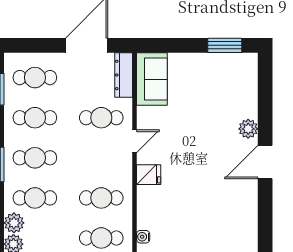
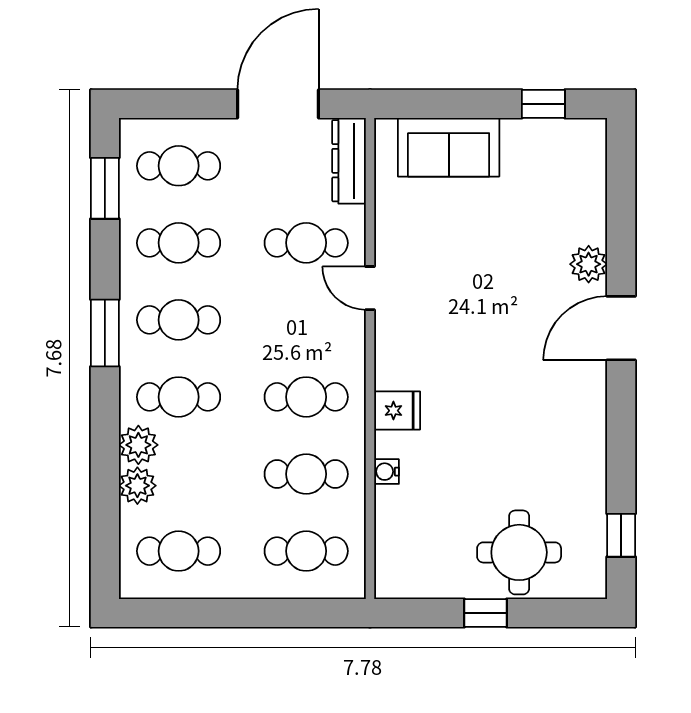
window: (225, 45) -> (543, 104), width x0.67
sofa: (152, 79) -> (449, 147), moved, turned 90
door: (135, 141) -> (370, 288), swing flipped
fridge: (149, 175) -> (397, 411), moved

